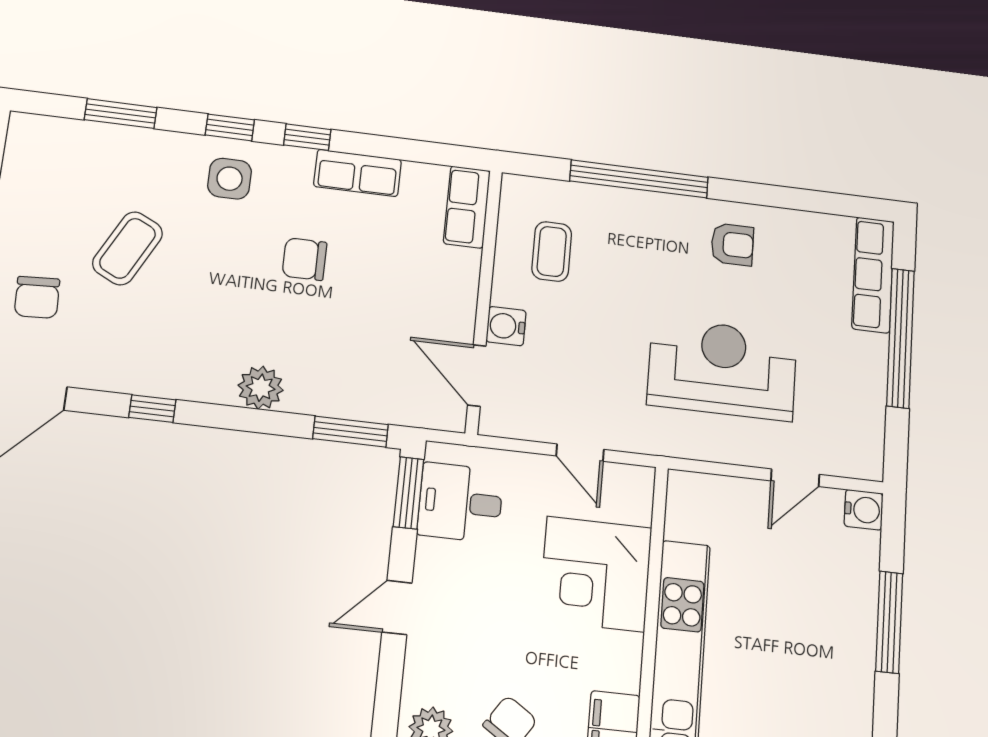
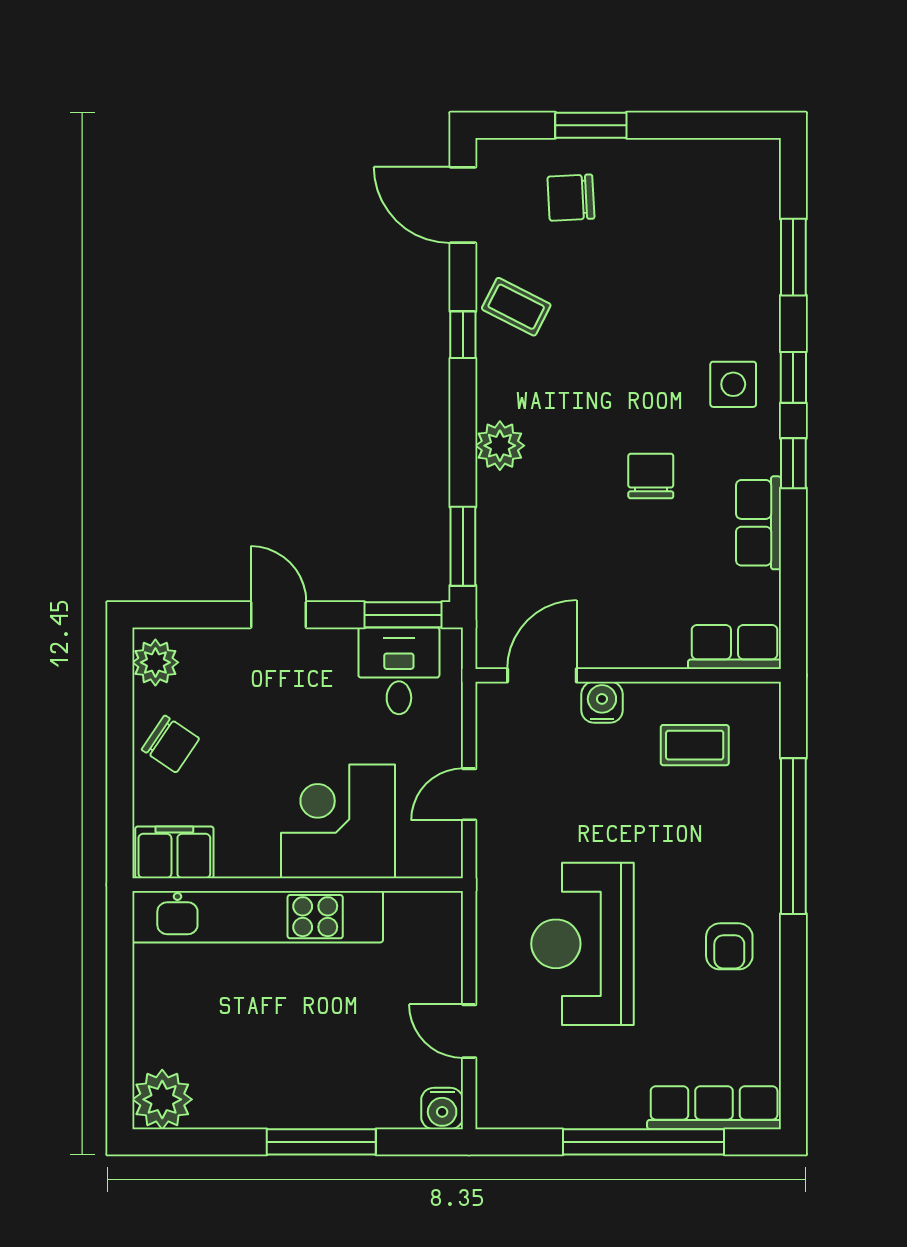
coffee table: (128, 248) -> (516, 307), moved, width x0.73, depth x0.77
reception desk: (722, 369) -> (582, 944), turned 180

